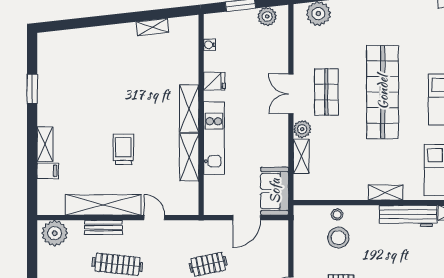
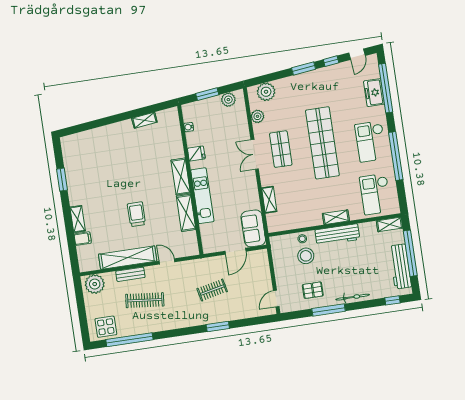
plant: (302, 129) -> (257, 116), moved
workbench: (408, 216) -> (337, 235), moved

